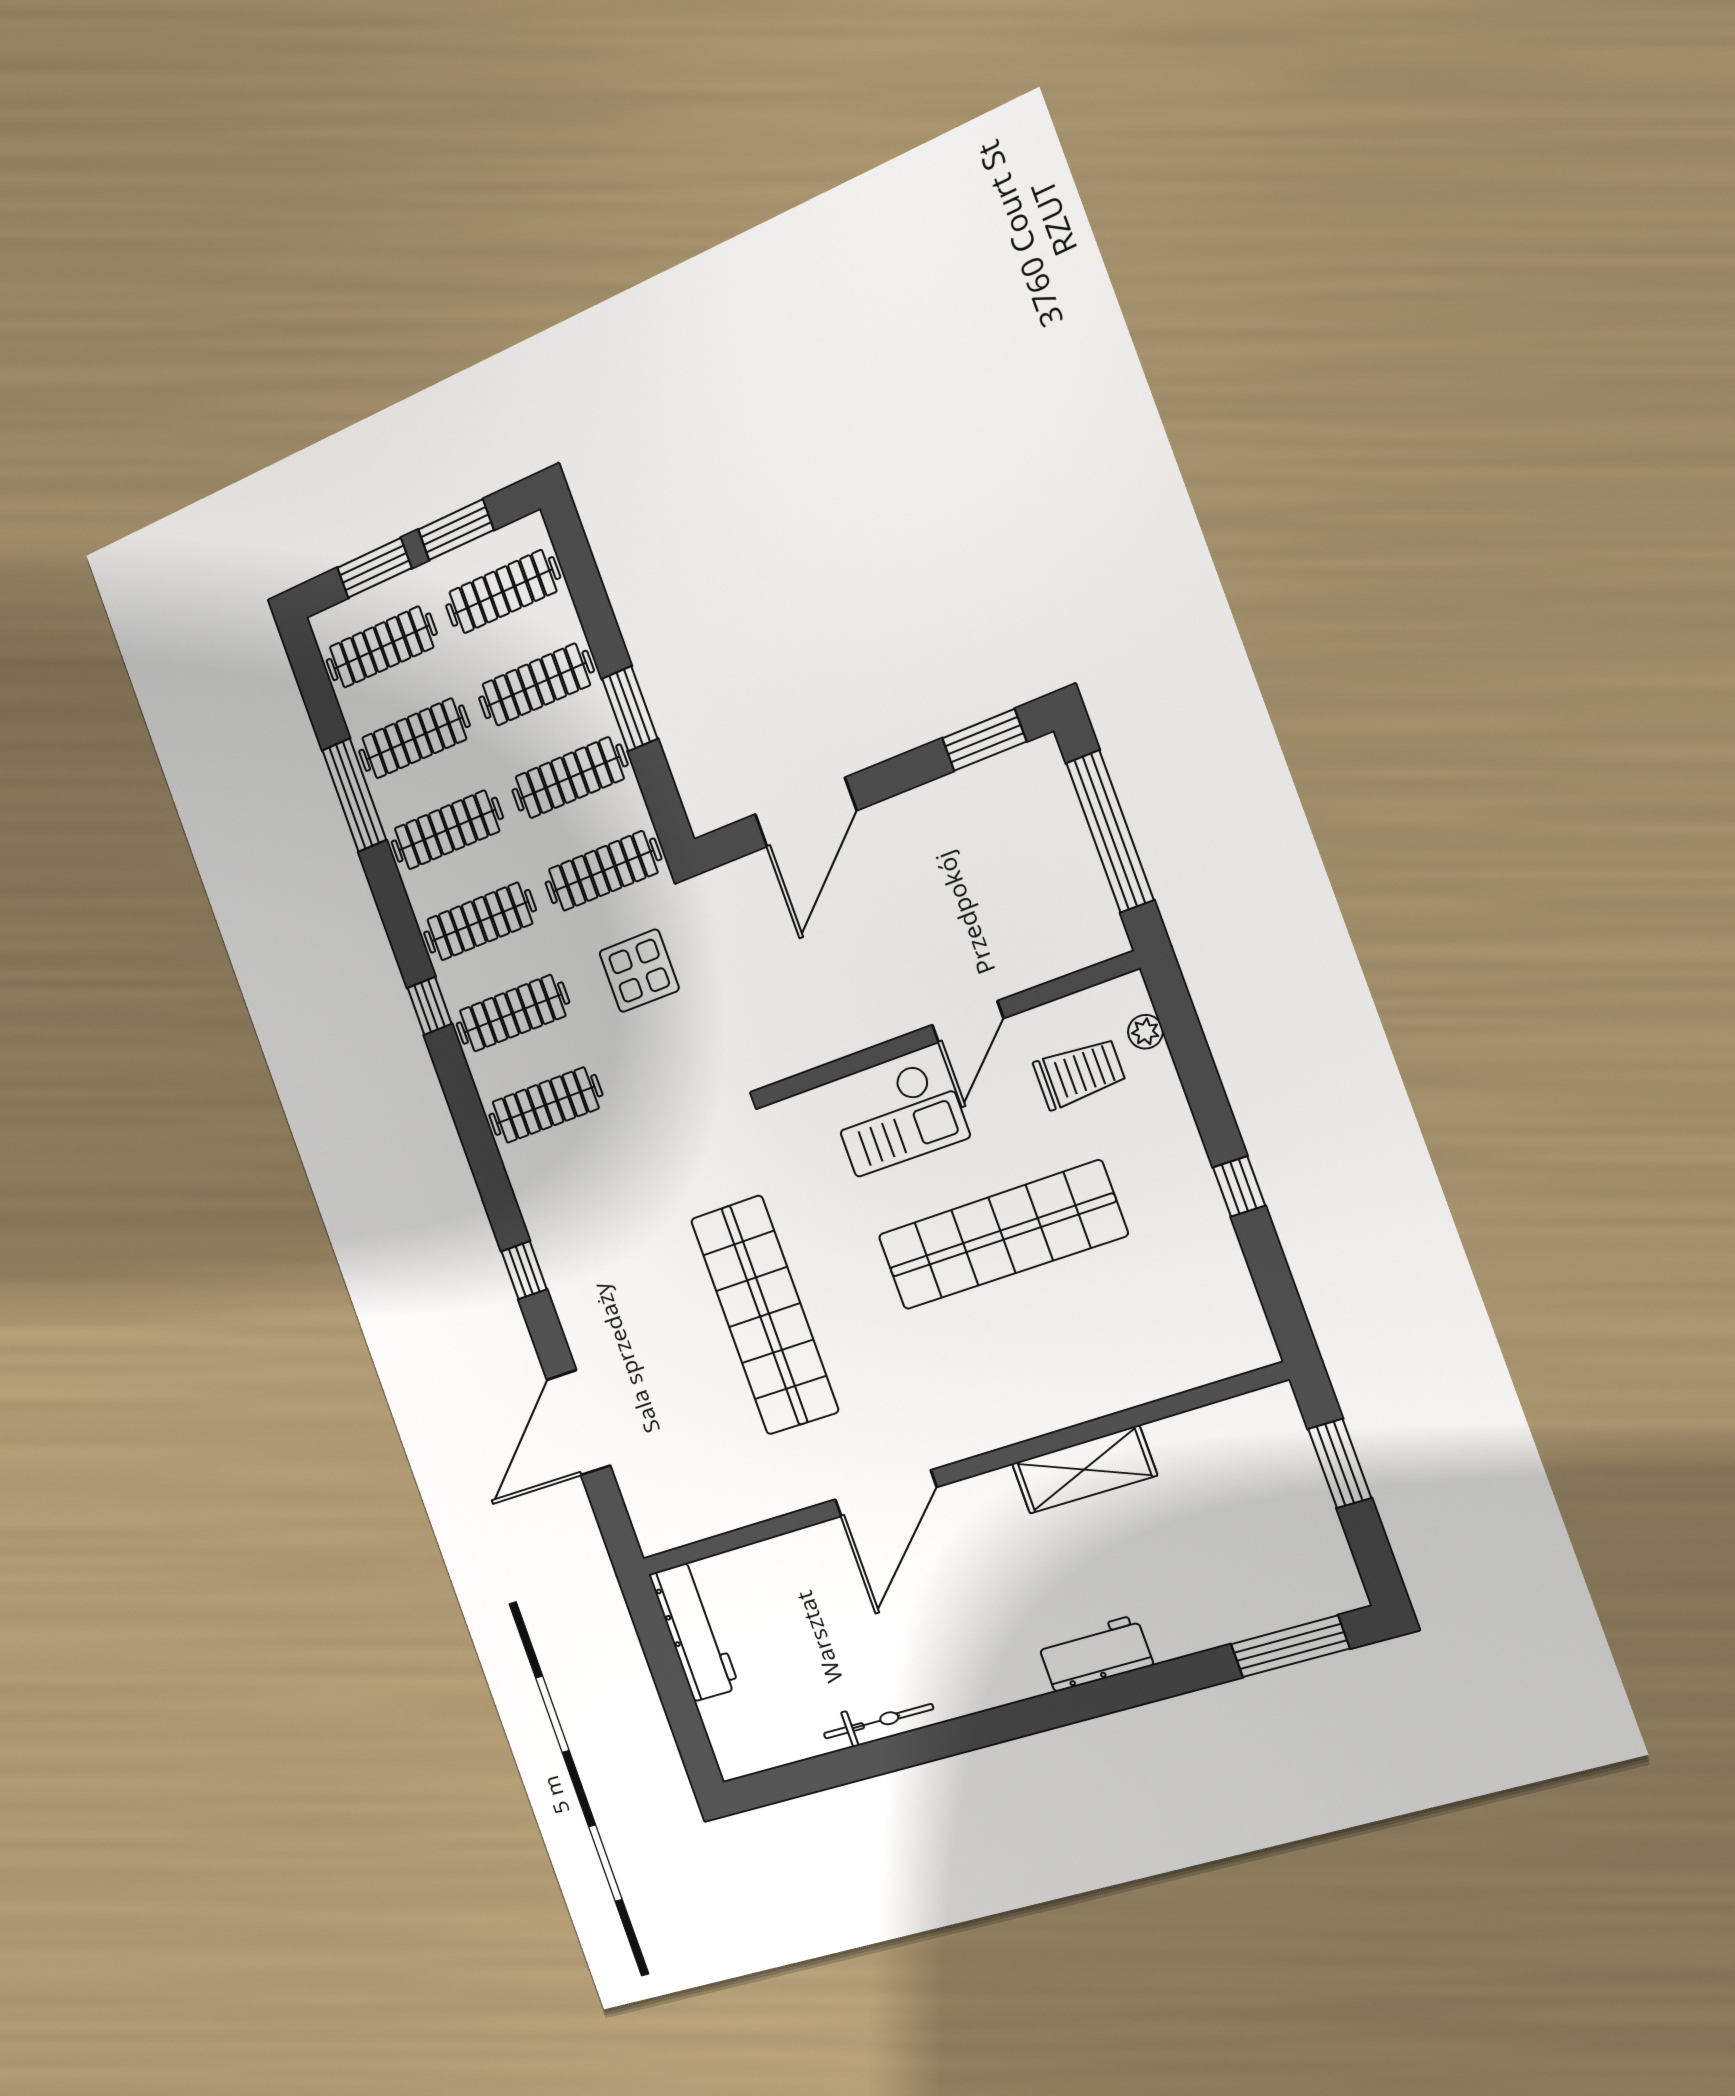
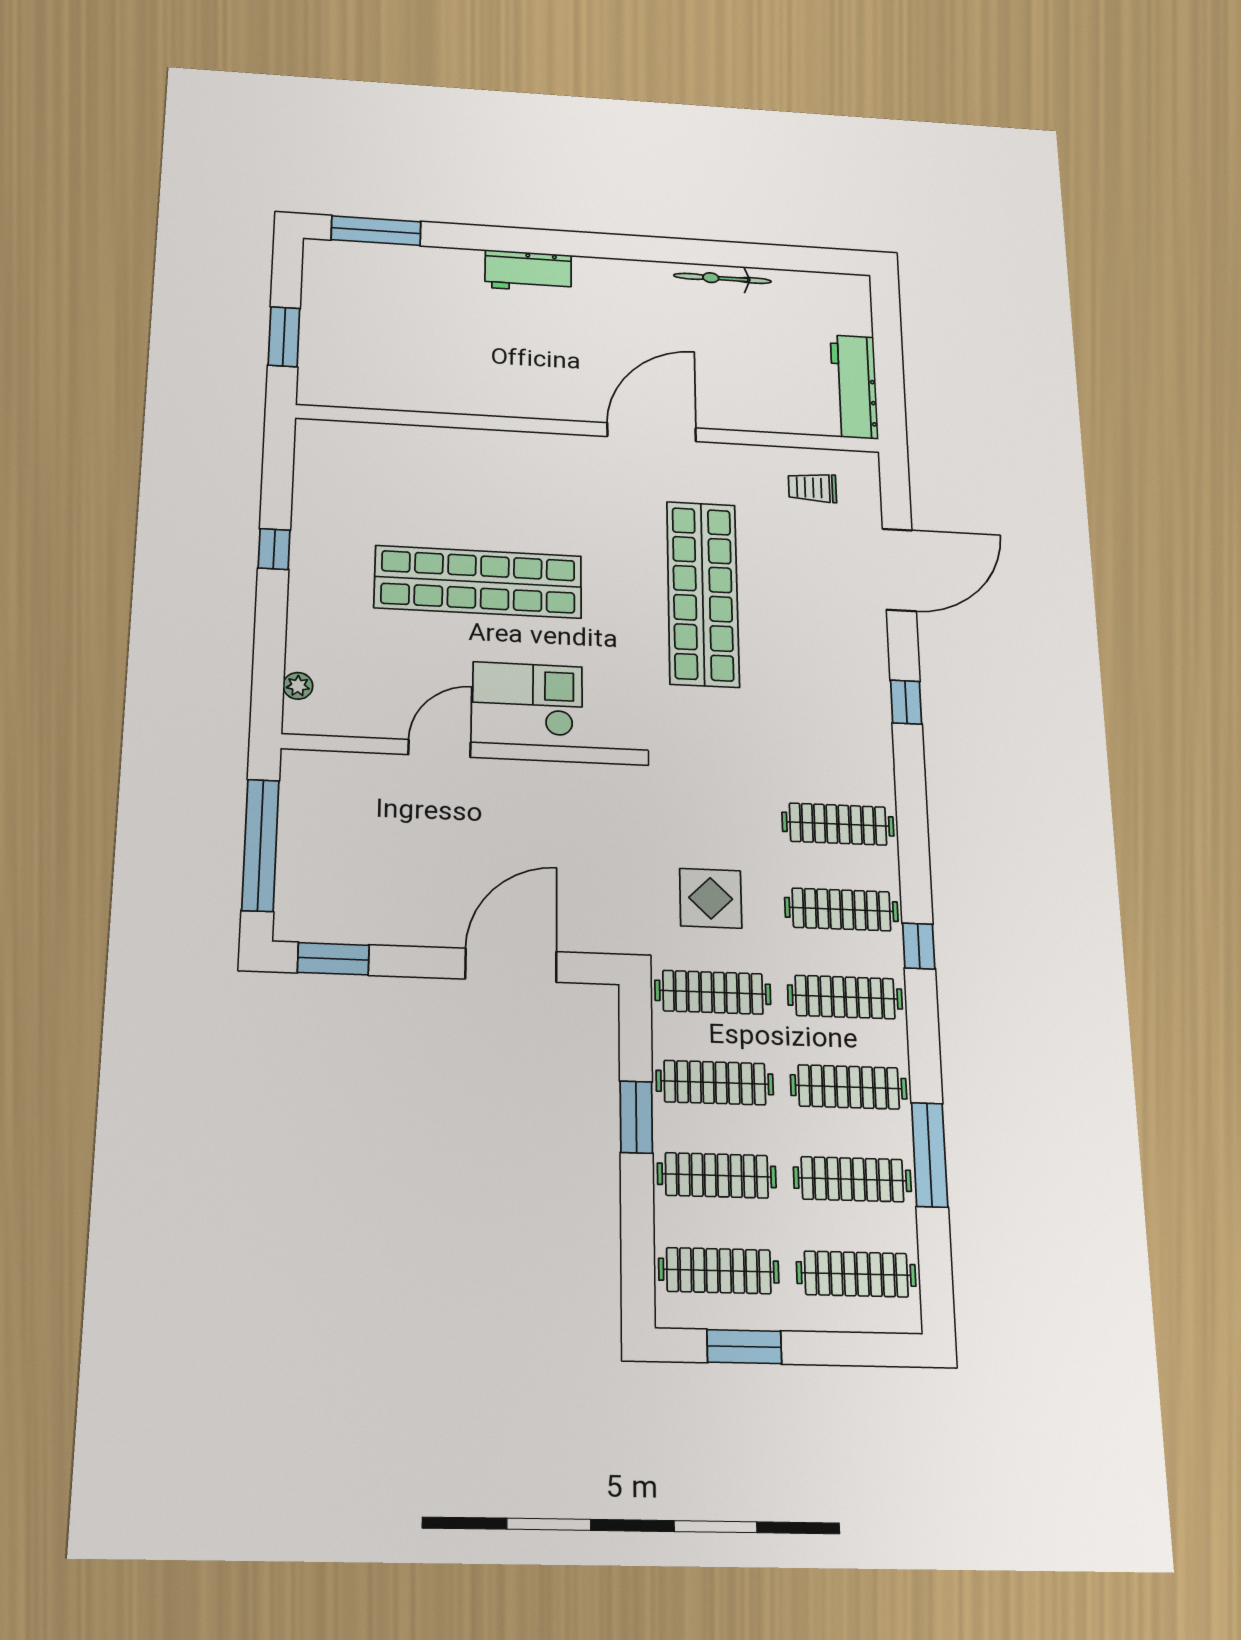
window: (374, 568) -> (838, 1349), removed
trolley: (1079, 1073) -> (812, 488), moved, width x0.73, depth x0.72
shelving: (1084, 1469) -> (483, 396), removed

